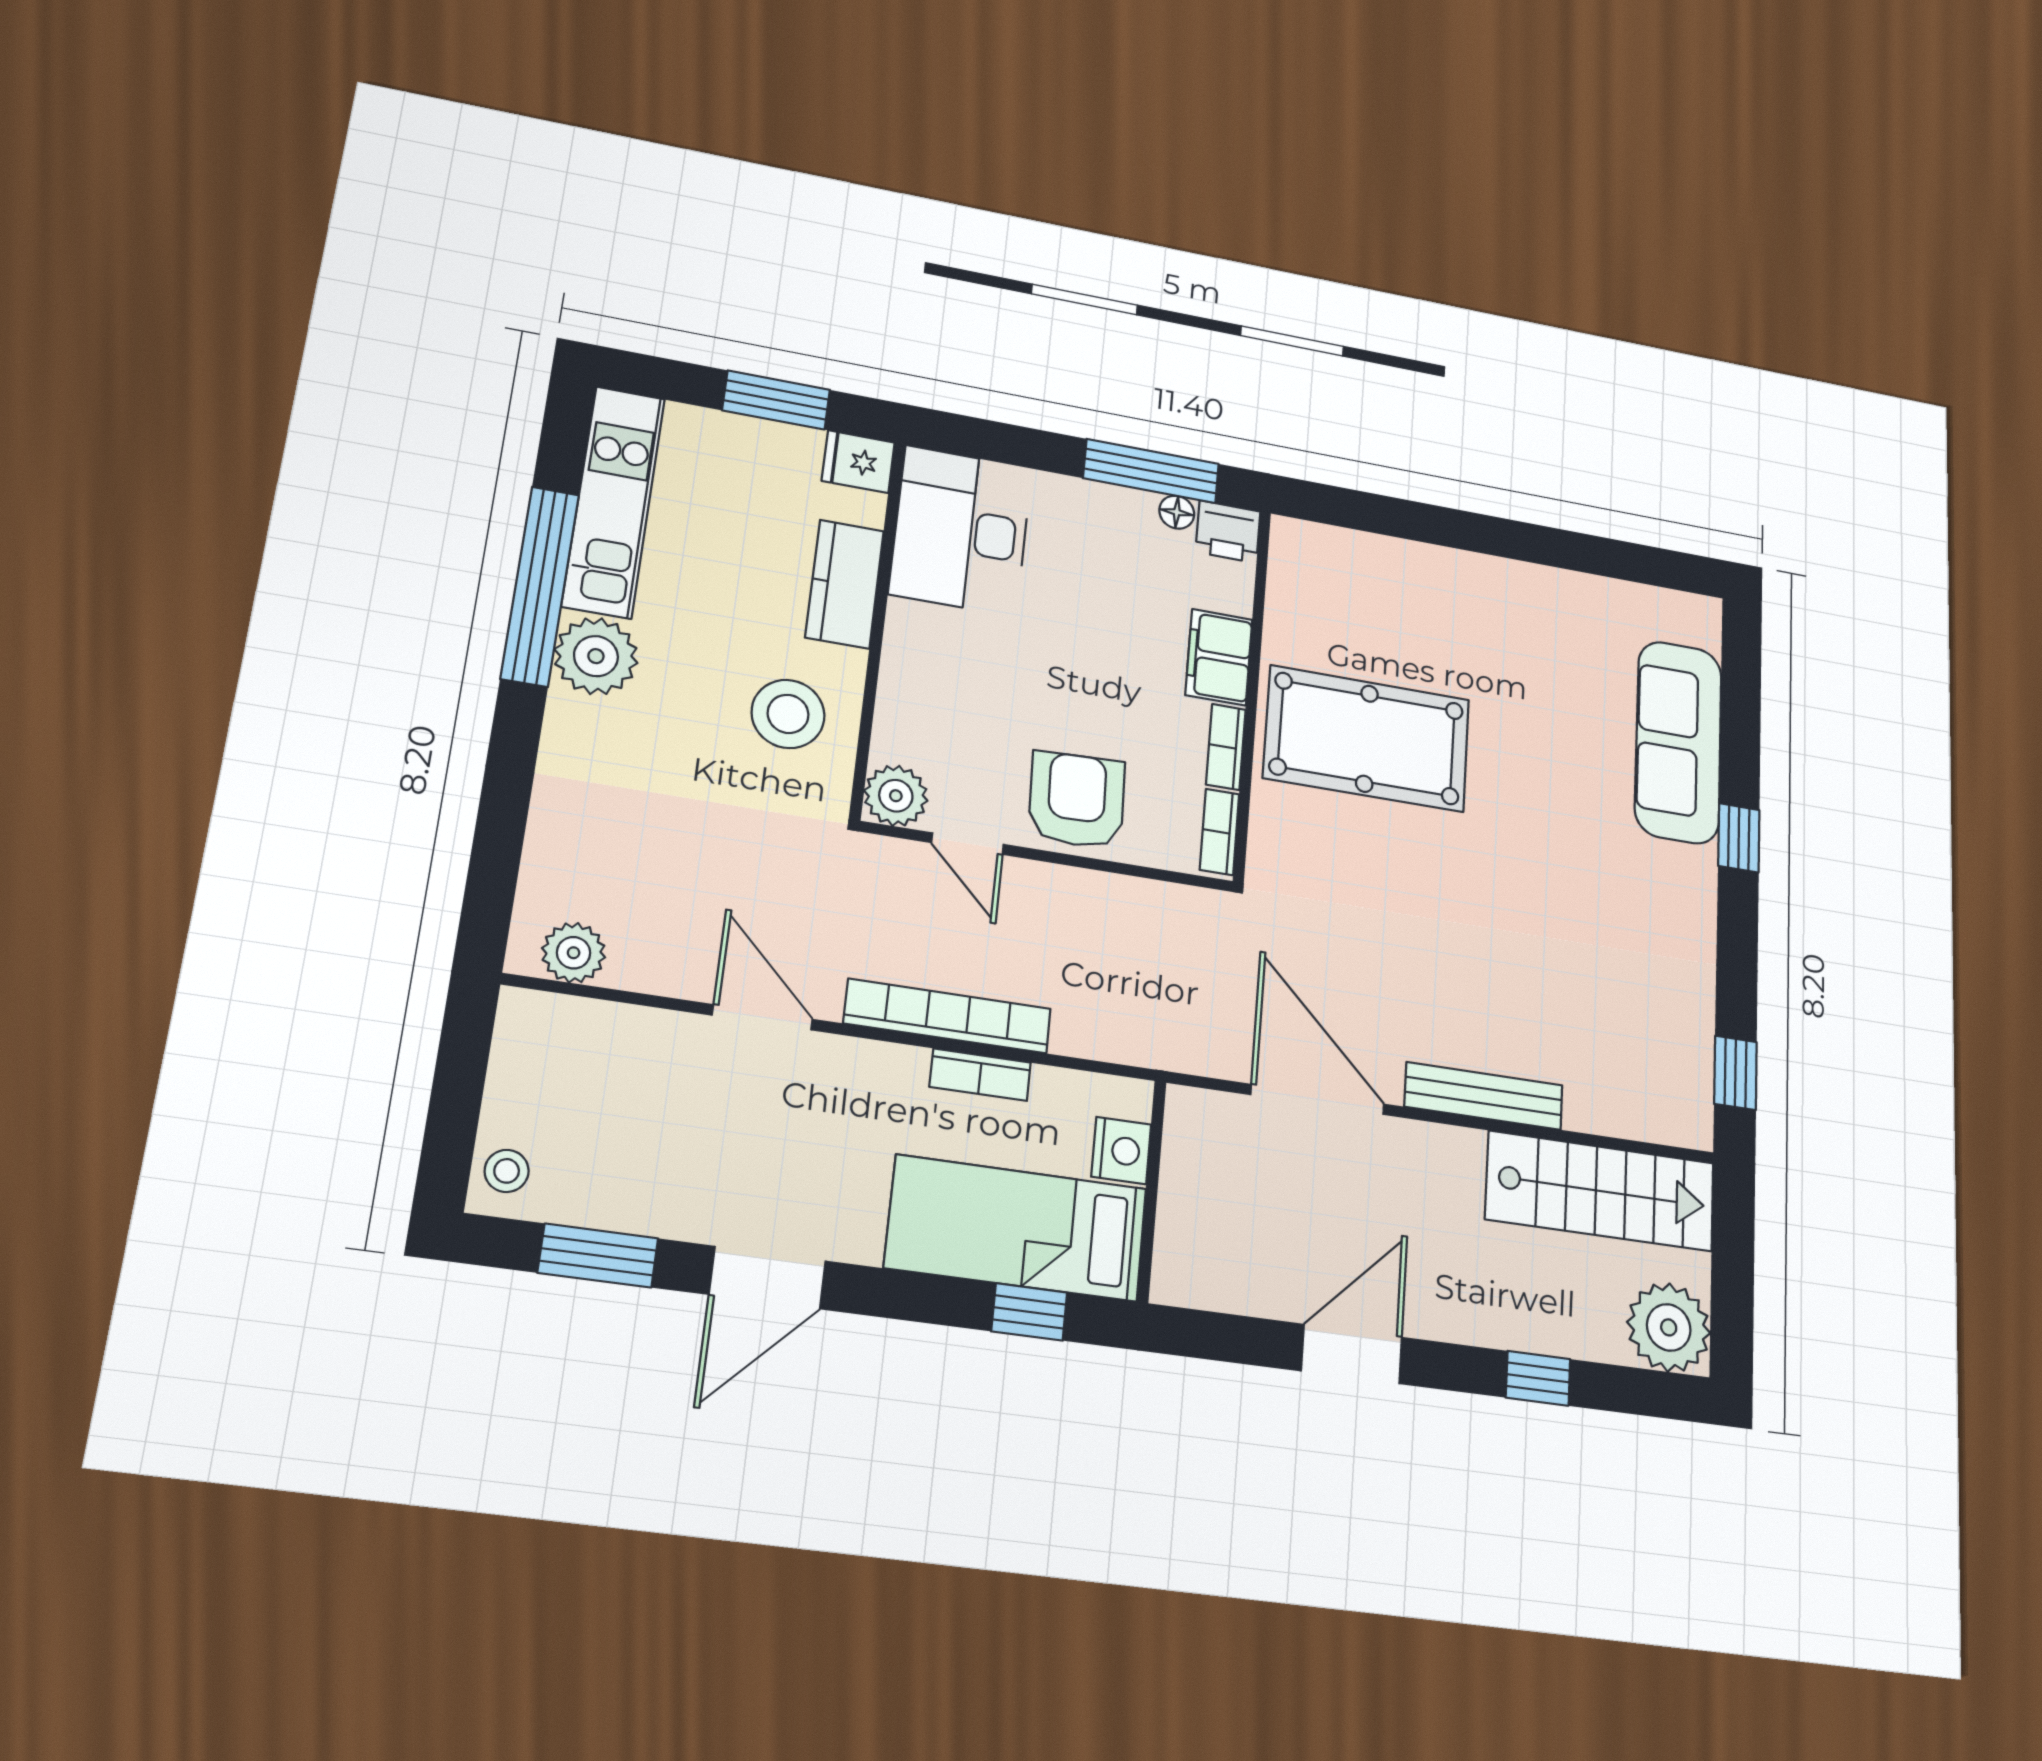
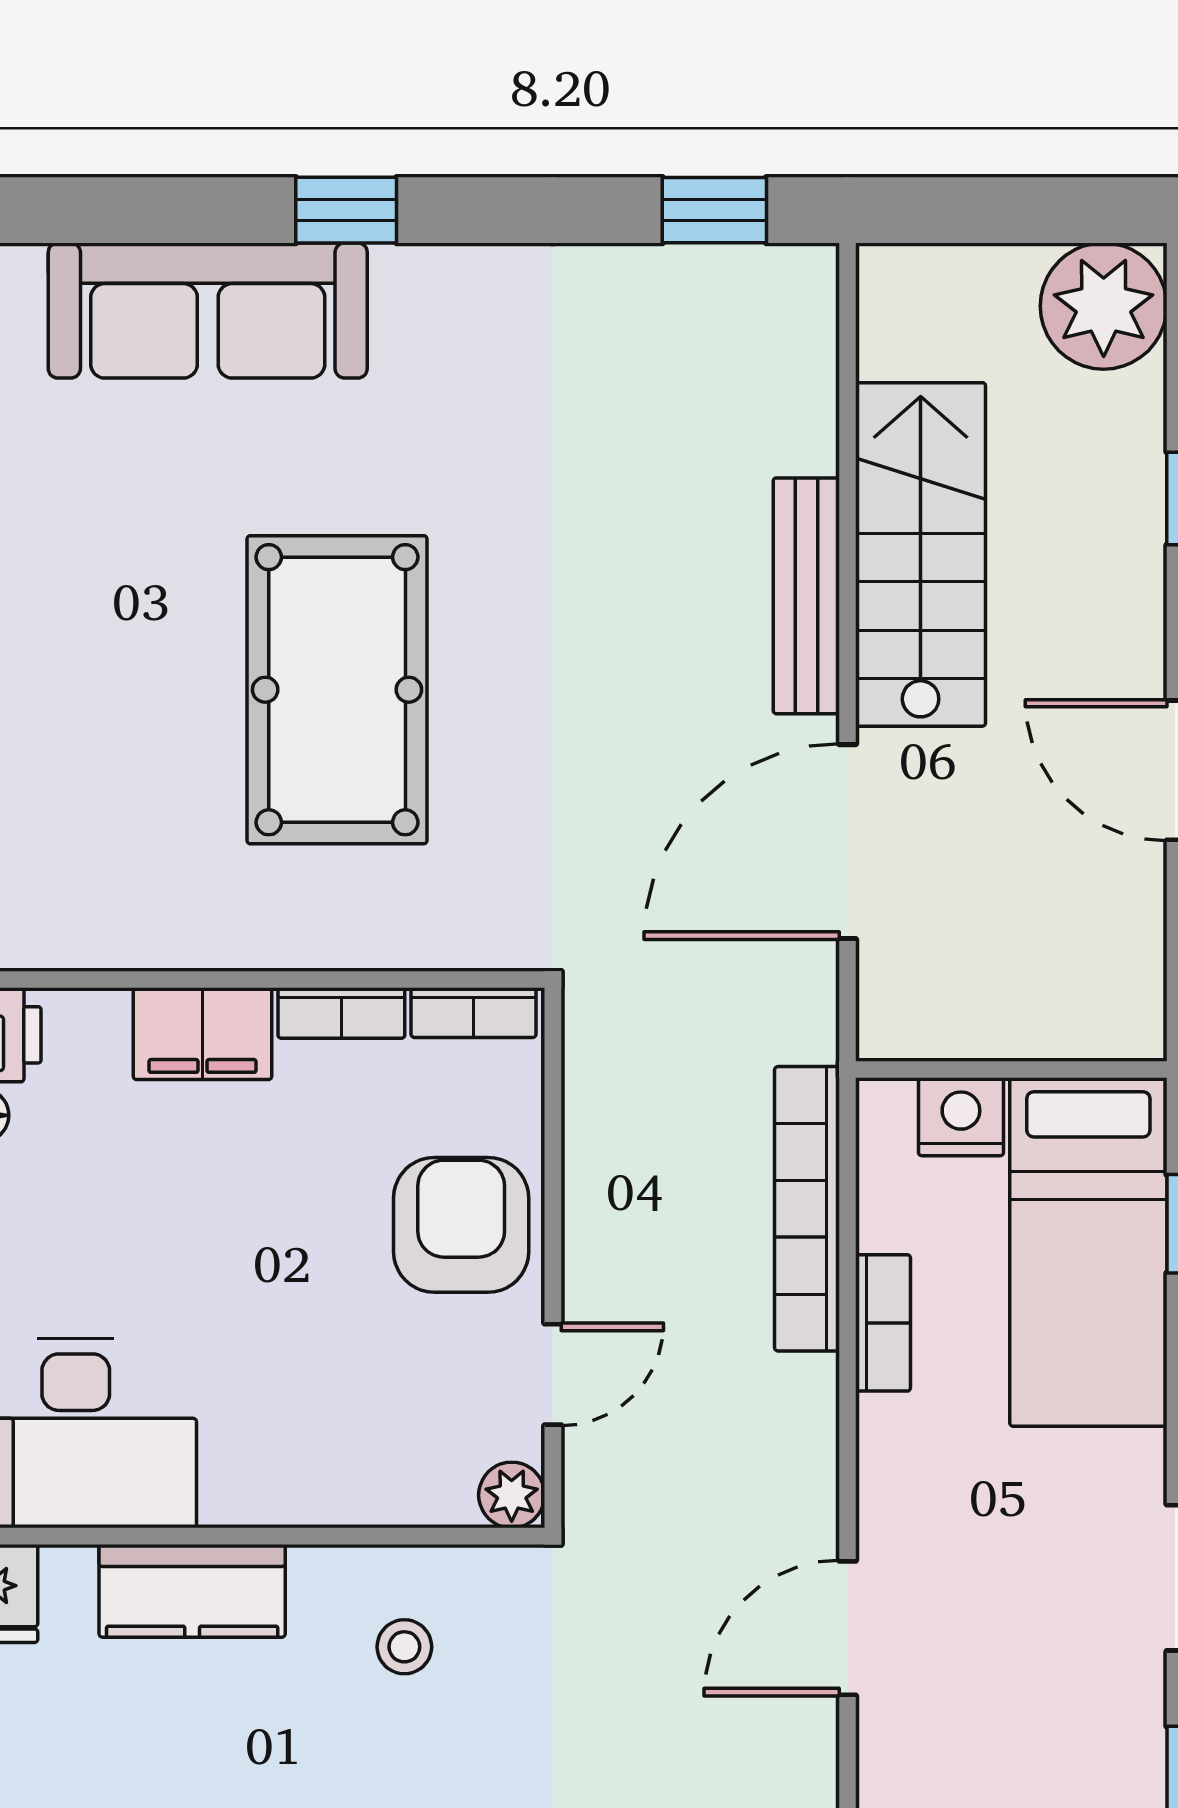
stool: (788, 714) -> (404, 1647), width x0.53, depth x0.53
pool table: (1367, 739) -> (337, 690), moved
plant: (896, 796) -> (512, 1495), width x0.73, depth x0.73
armchair: (1077, 800) -> (461, 1225), turned 92
bookcase: (948, 1016) -> (807, 1209), moved
stairs: (1600, 1191) -> (921, 554), moved

